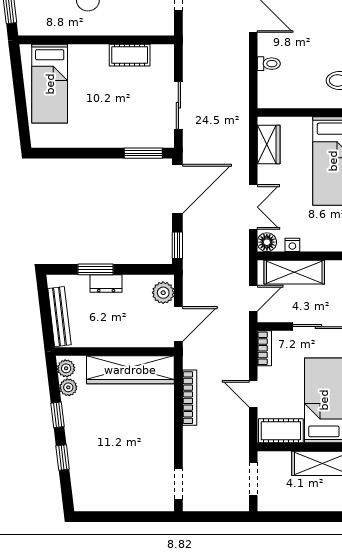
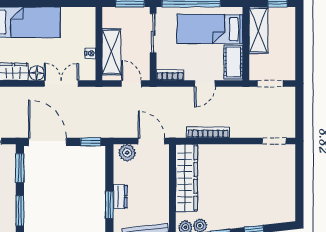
window: (88, 153) -> (20, 211), added
floor lamp: (267, 242) -> (37, 73), moved

